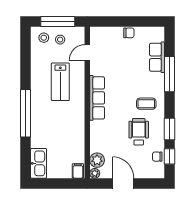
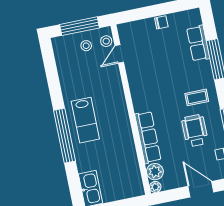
stool: (44, 38) -> (106, 41), moved
lab bench: (60, 82) -> (85, 120), moved
row of seats: (97, 98) -> (148, 137), moved
filing cabinet: (78, 171) -> (136, 188), removed
door: (123, 183) -> (201, 189), moved

